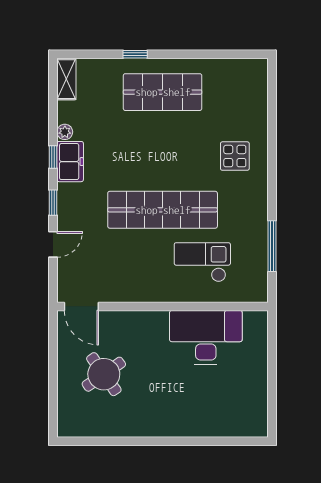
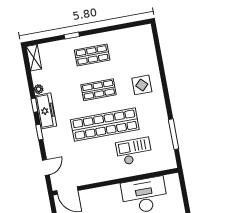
shop shelf: (163, 92) -> (92, 55), width x0.70, depth x0.74
shop shelf: (163, 151) -> (98, 90), added
freezer: (70, 162) -> (46, 111), width x1.40
door: (53, 244) -> (46, 167), moved

